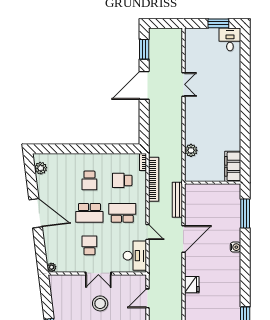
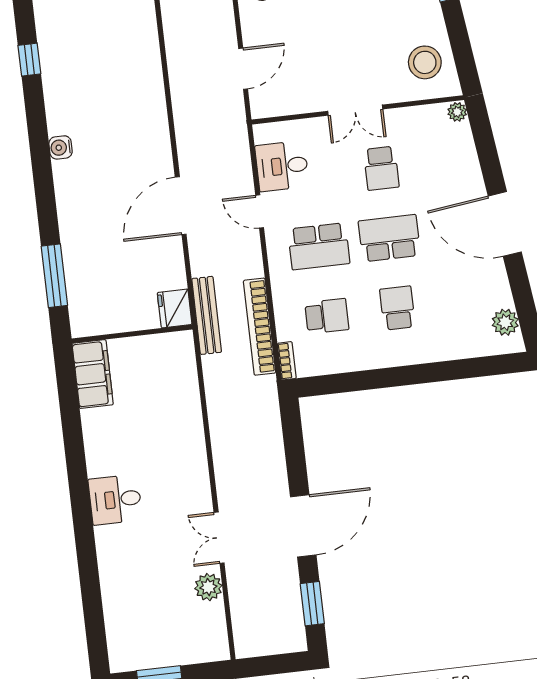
desk: (230, 39) -> (115, 500), moved, turned 90
plant: (191, 150) -> (208, 587), moved
bench: (177, 200) -> (207, 315), moved
water cooler: (236, 247) -> (61, 147), moved
desk: (135, 256) -> (282, 166), width x0.73
double door: (98, 273) -> (355, 110), swing flipped
fridge: (192, 285) -> (175, 308), moved
stool: (100, 303) -> (425, 62), moved

